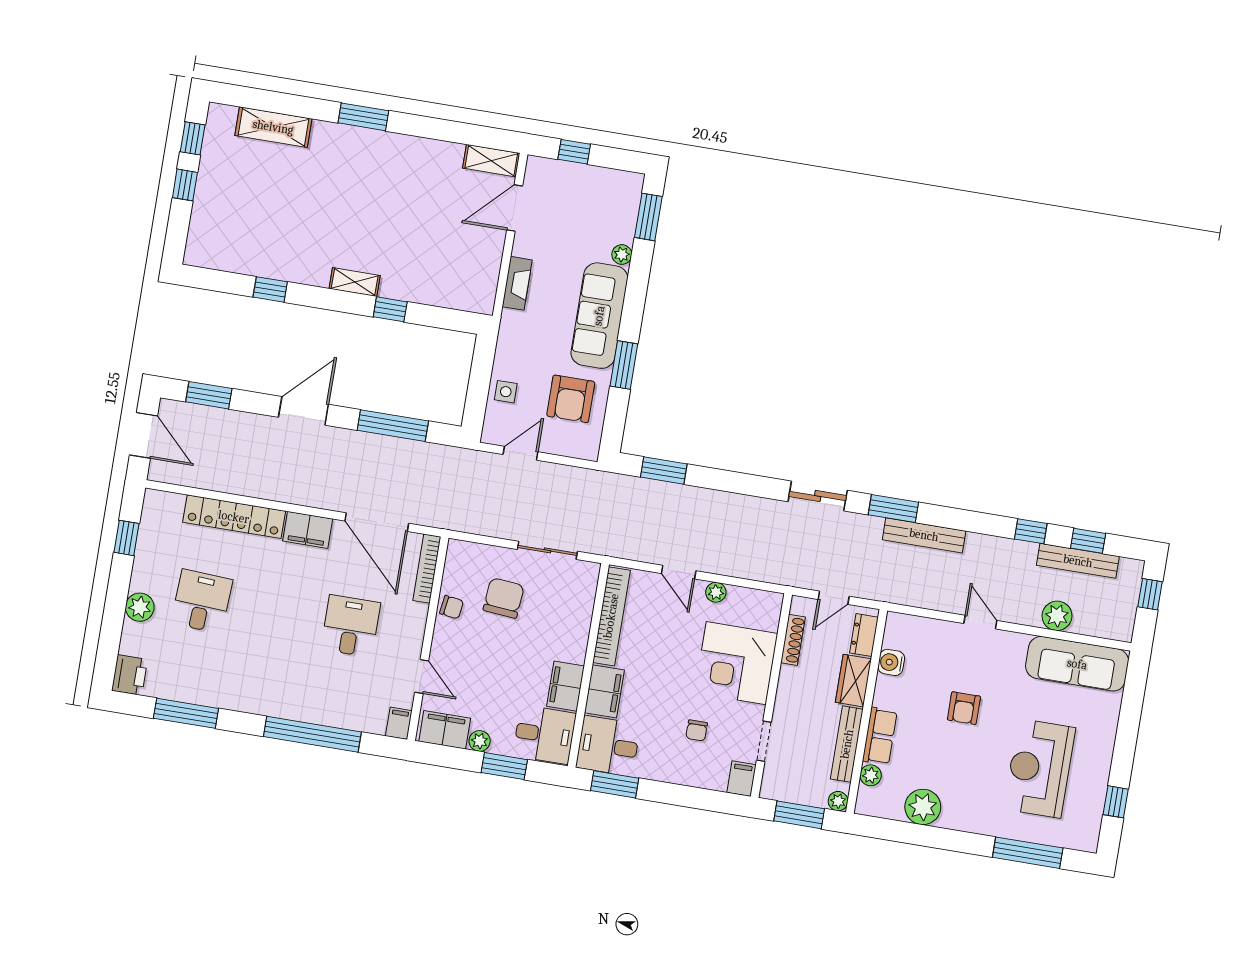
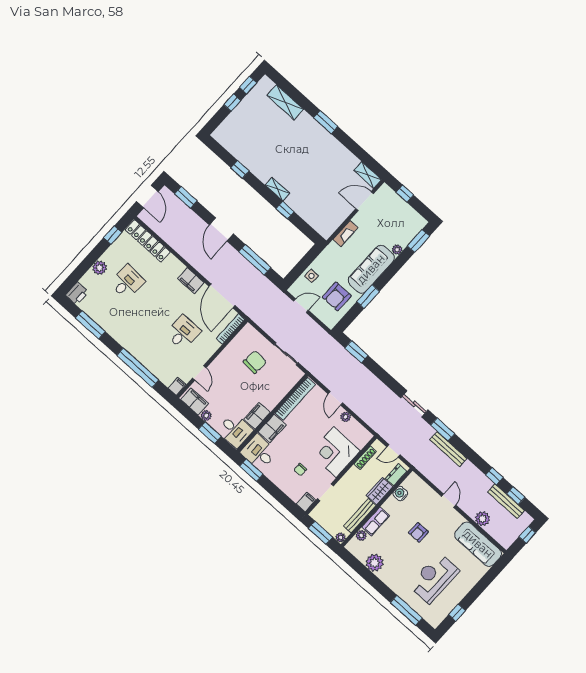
door: (303, 411) -> (221, 229), swing flipped
locker: (234, 517) -> (148, 241), moved
chair: (452, 607) -> (231, 352), removed

